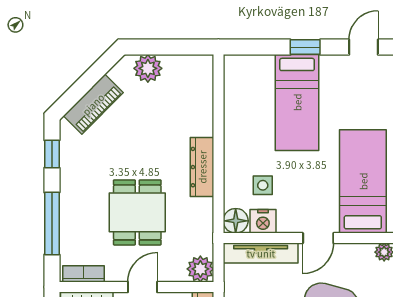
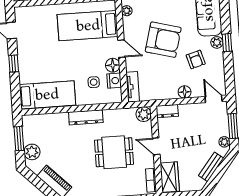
window: (173, 47) -> (19, 139), added
bed: (297, 102) -> (47, 95), moved
floor lamp: (236, 221) -> (113, 65), moved
tv unit: (261, 253) -> (133, 87), width x0.71

